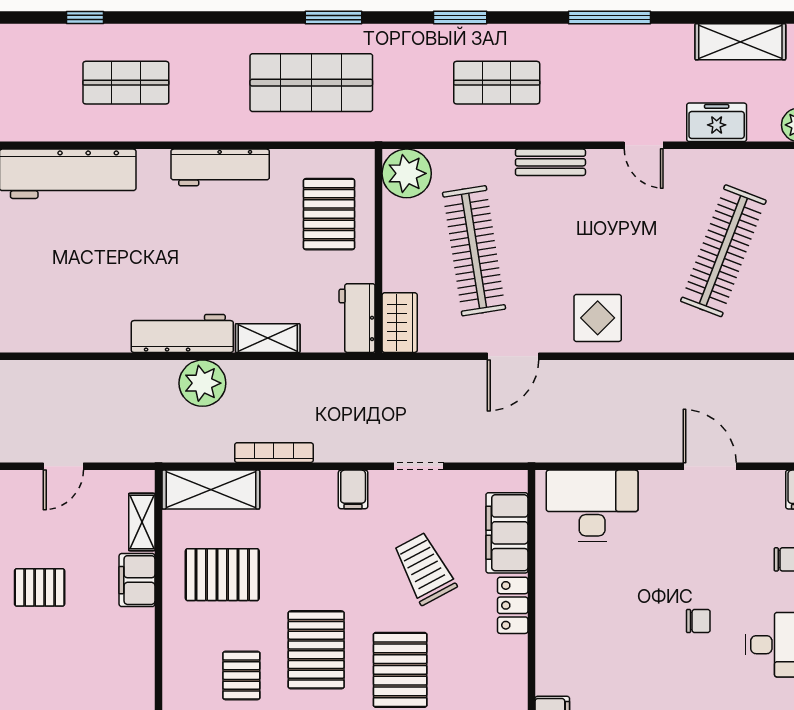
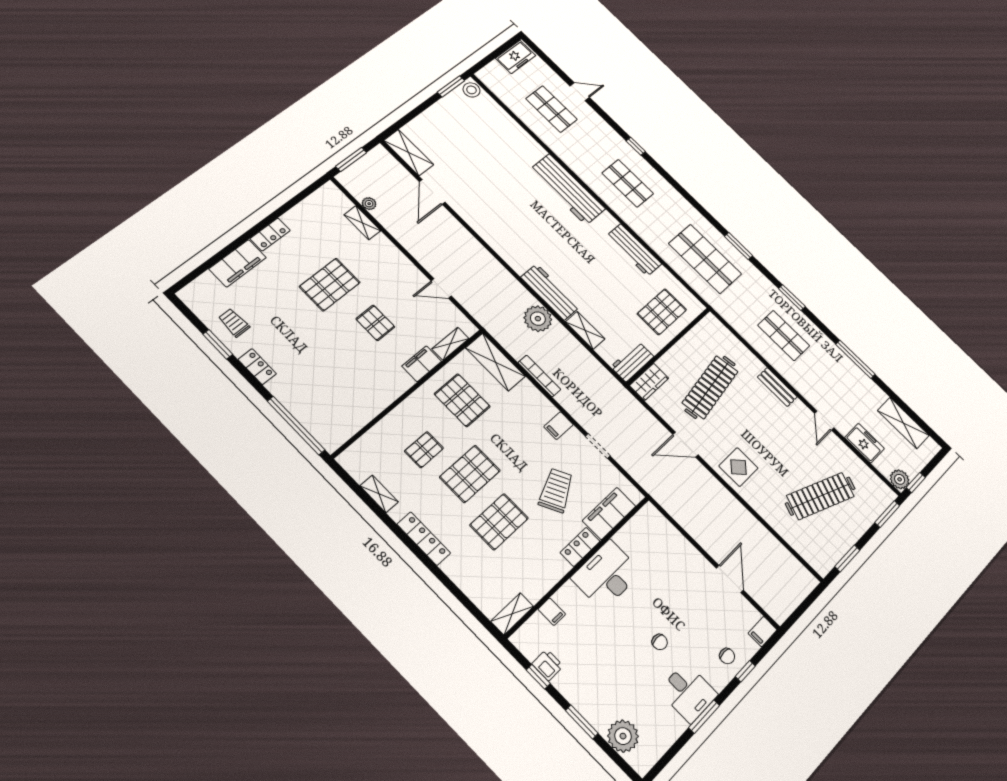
plant: (407, 173) -> (711, 330), removed
desk: (592, 506) -> (606, 575), moved, turned -90

